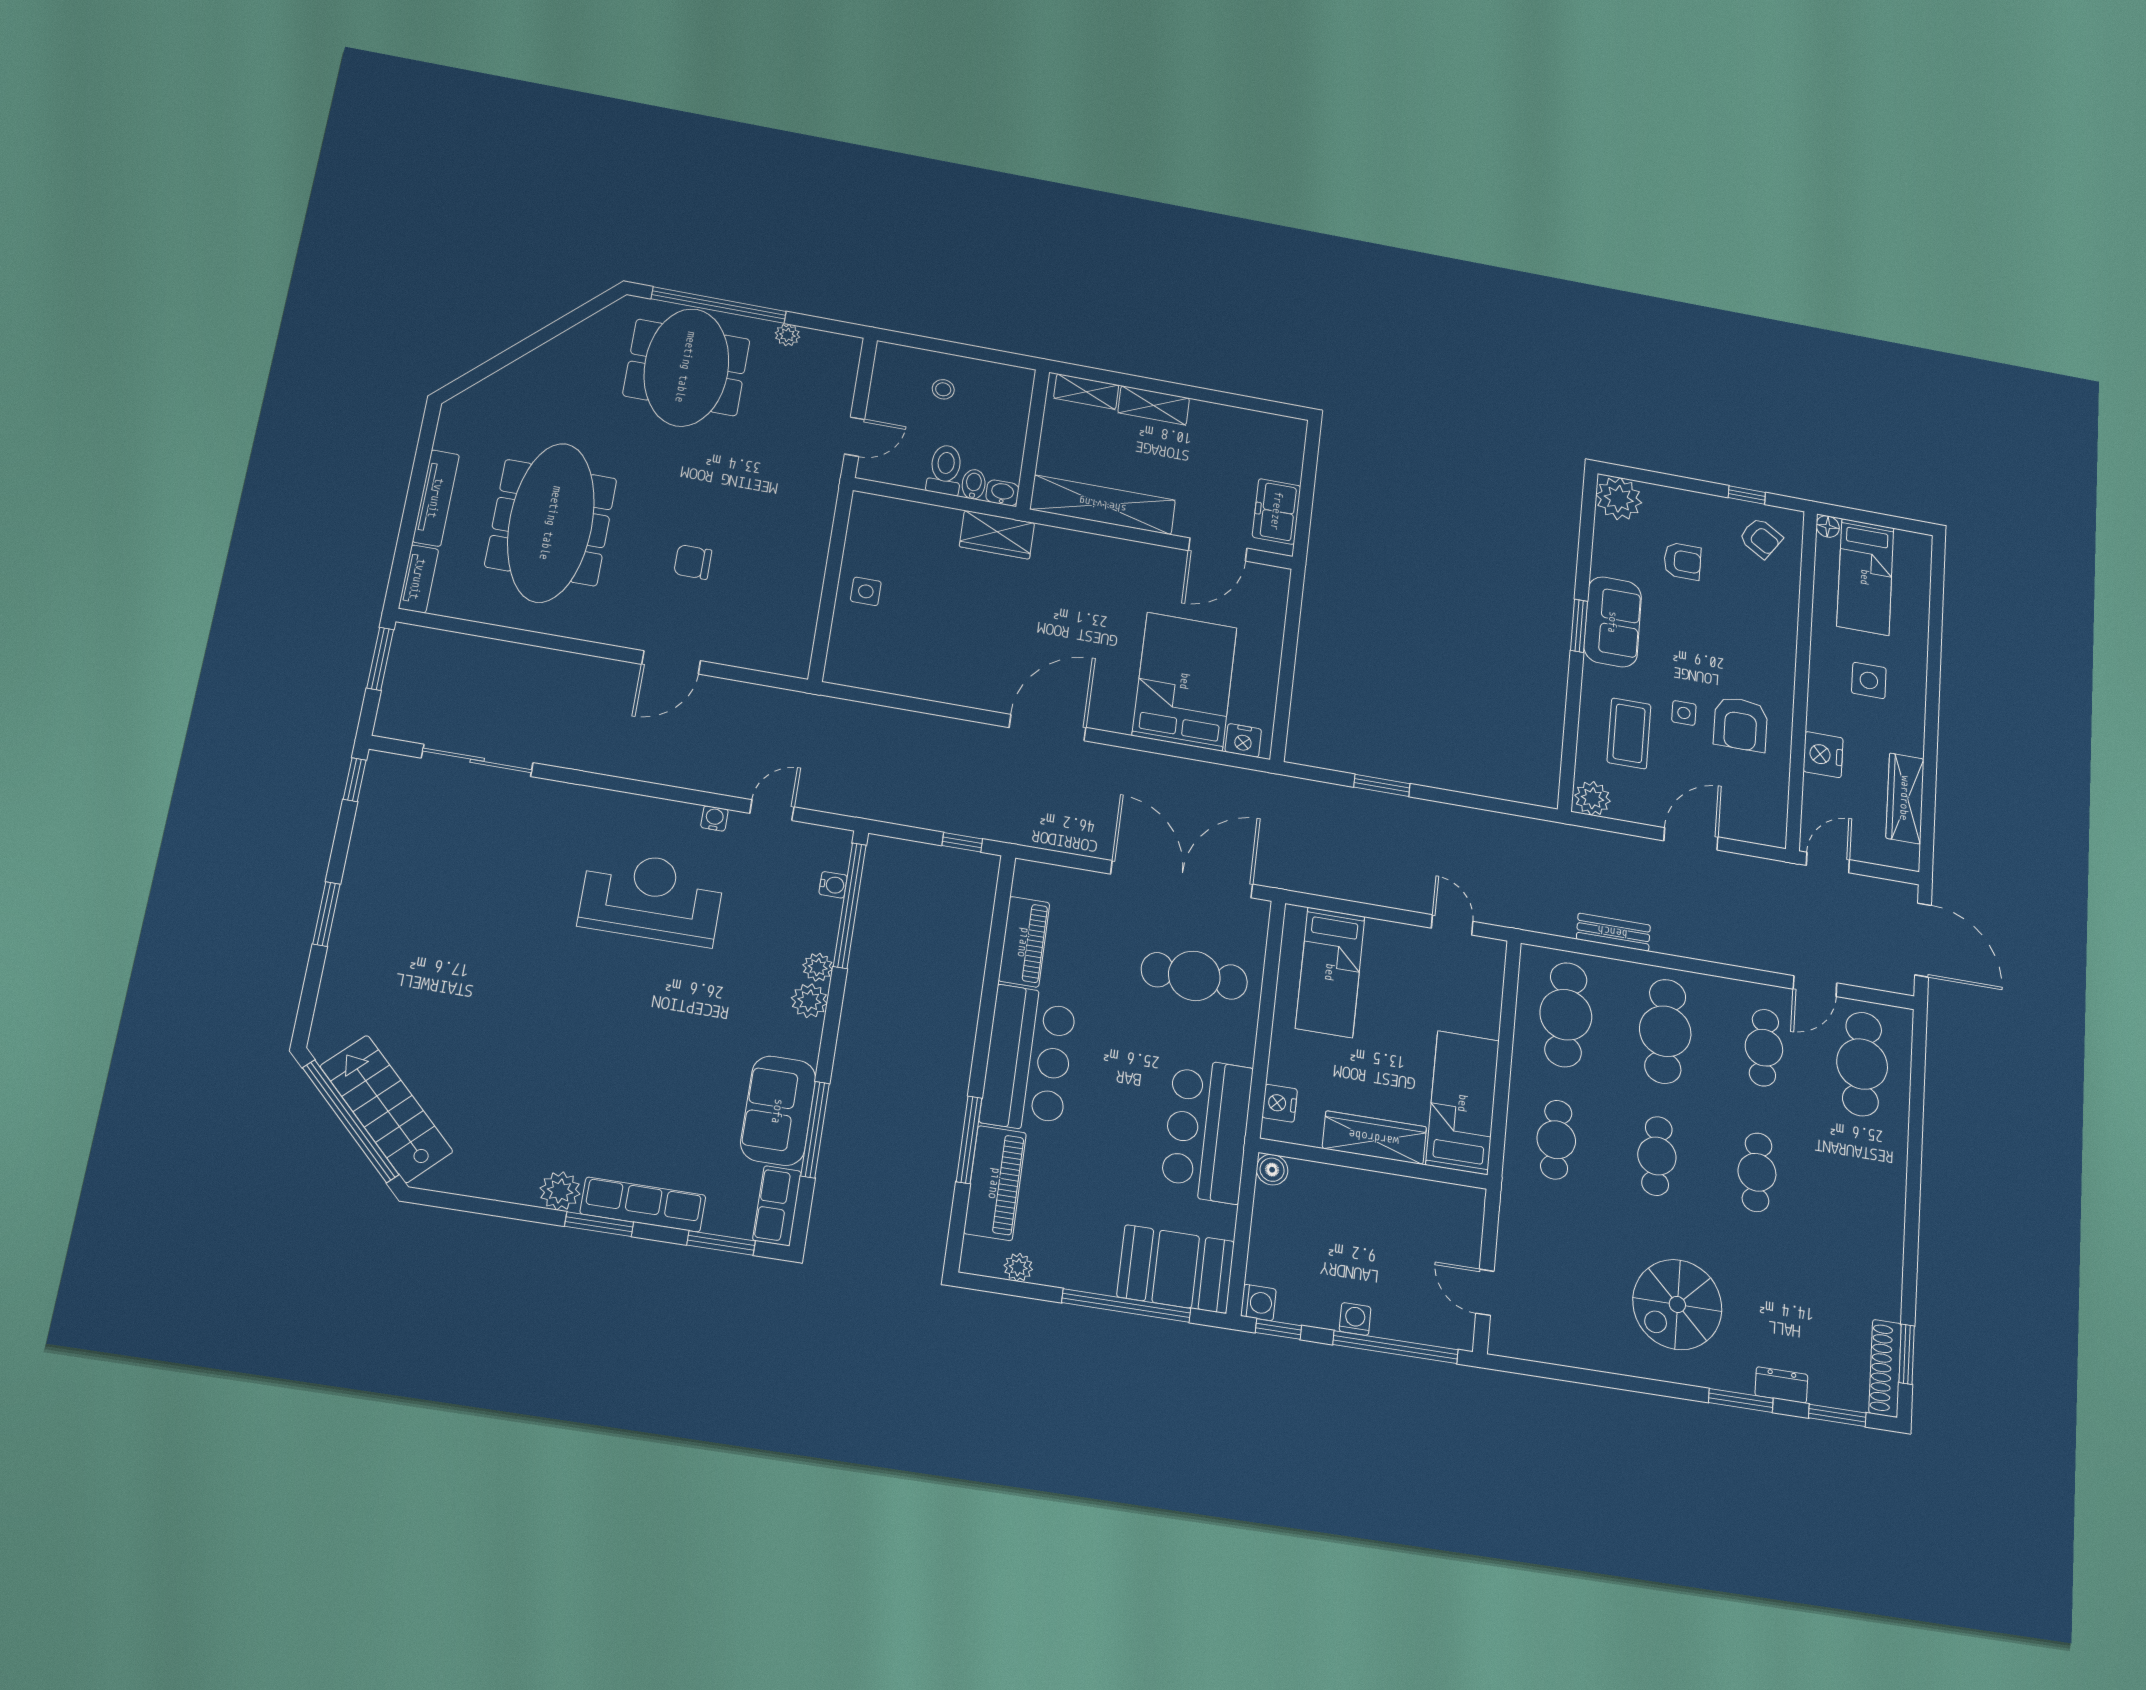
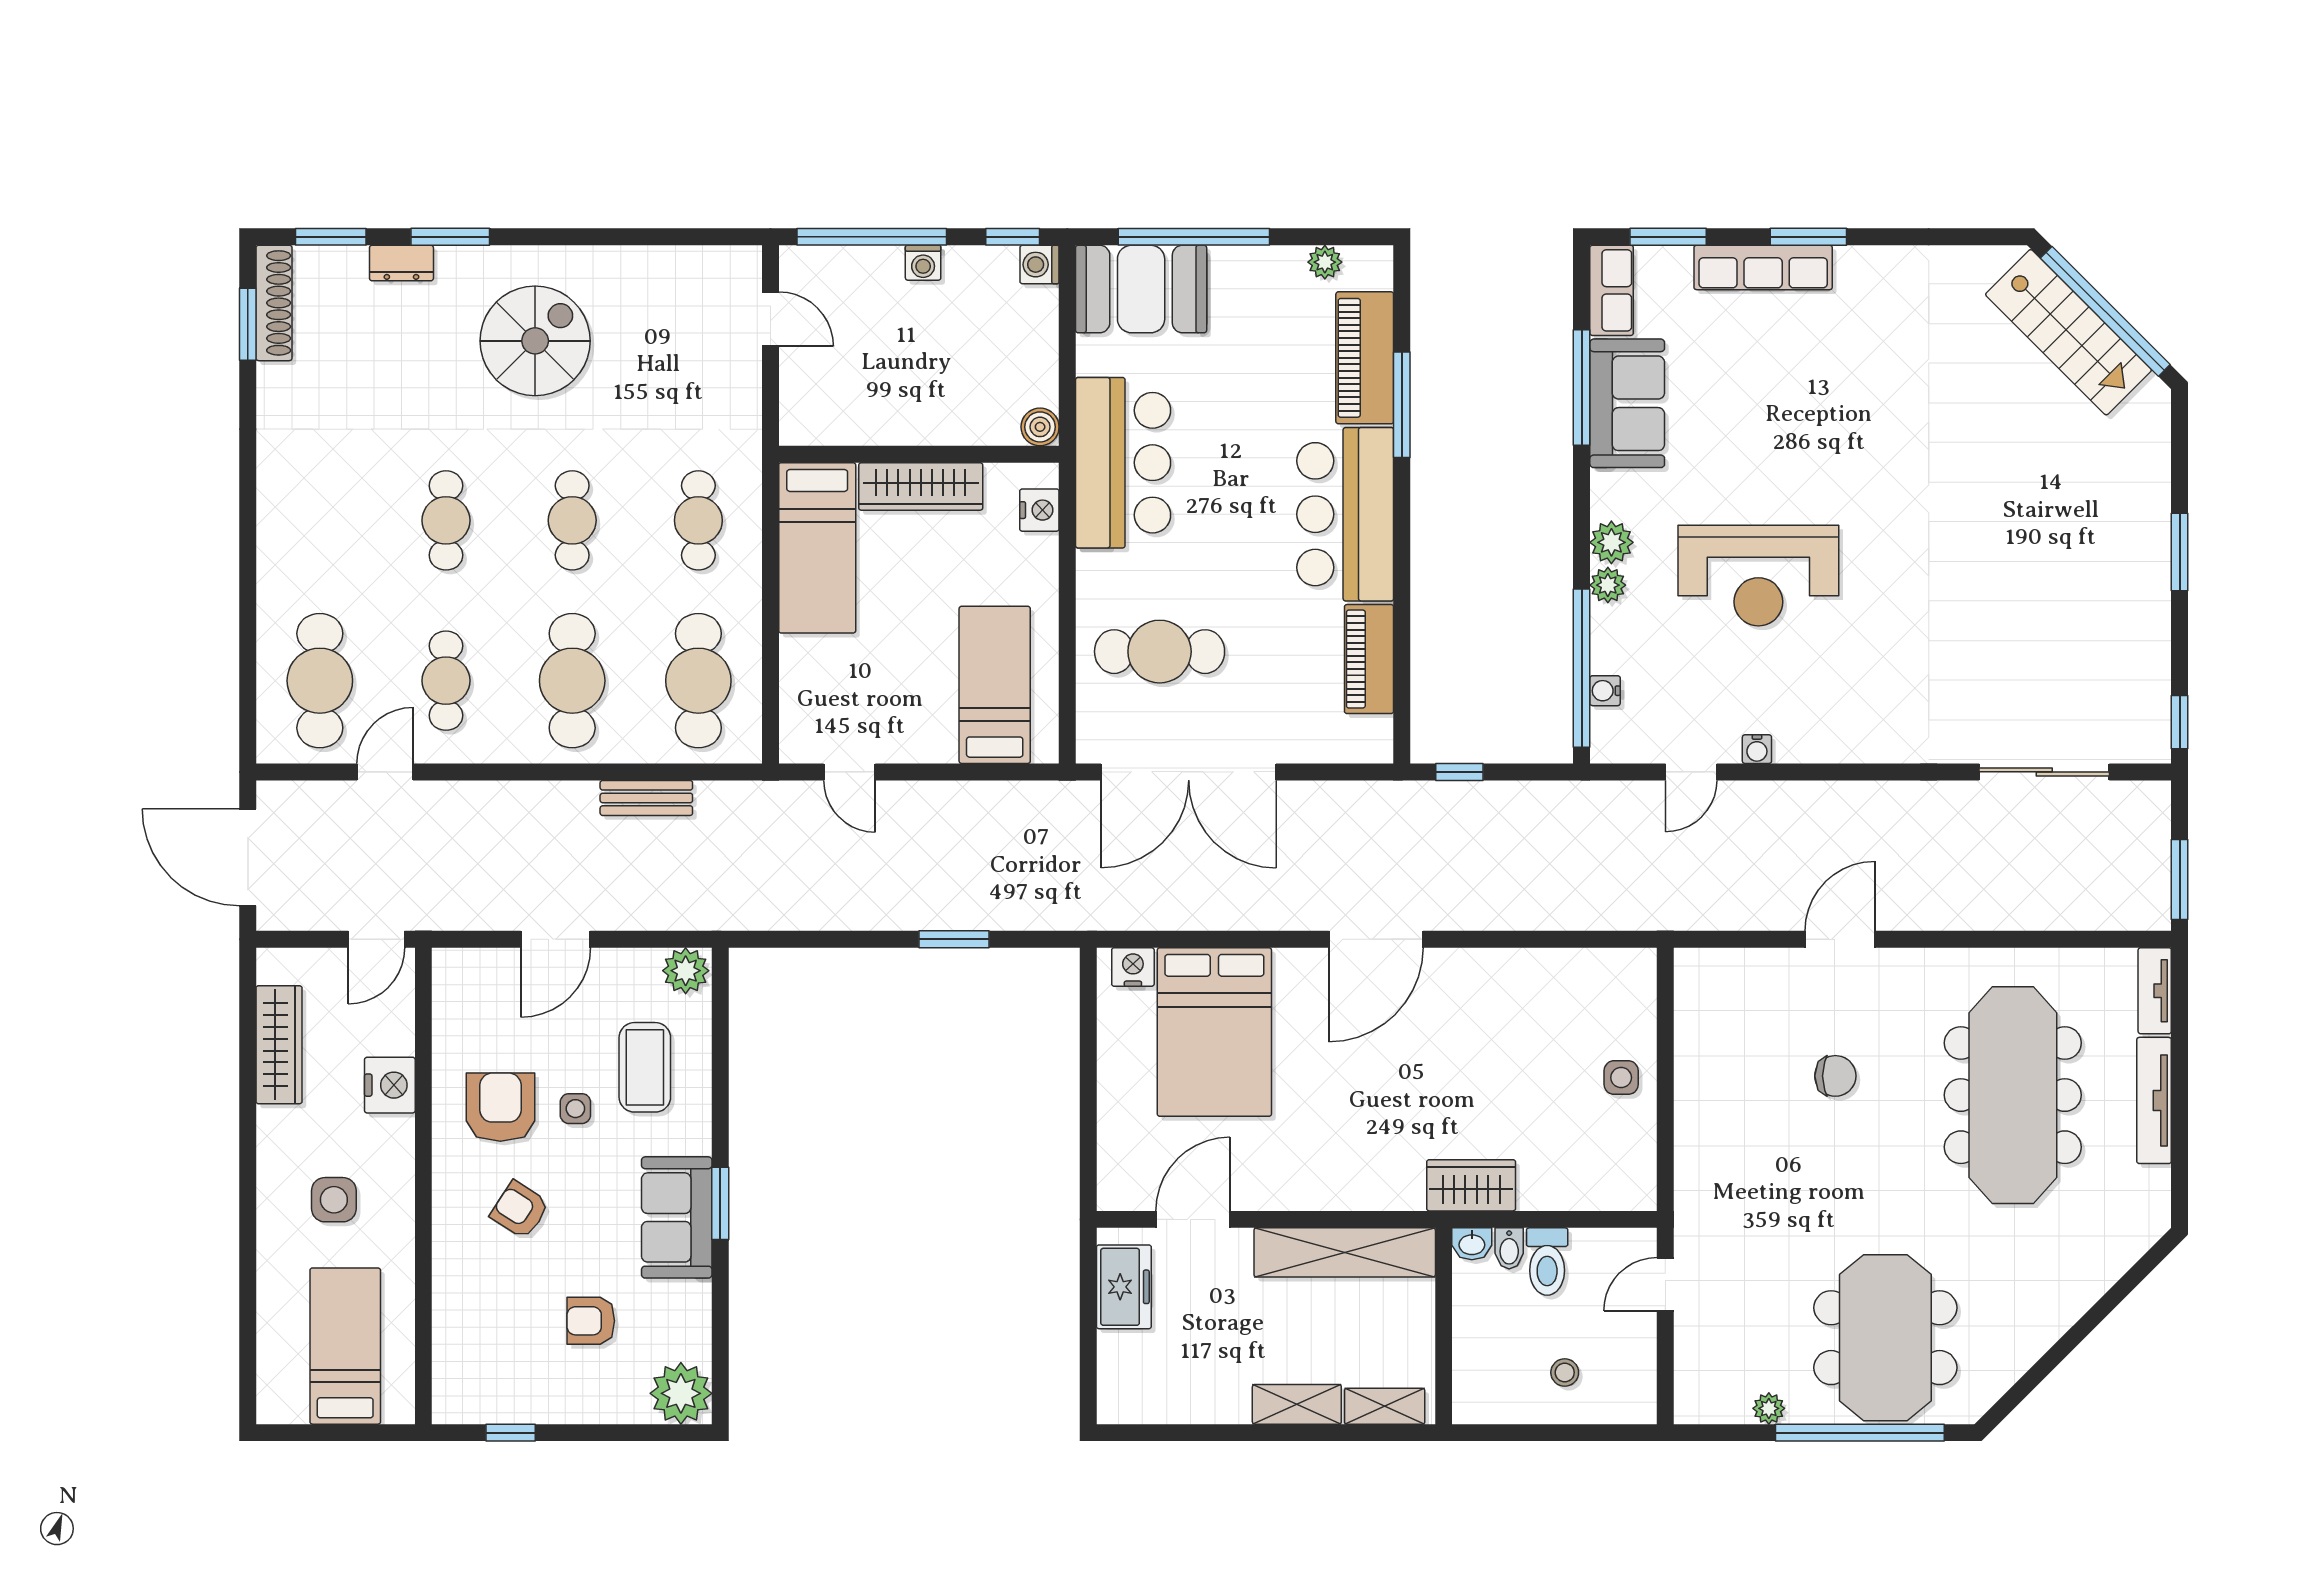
floor lamp: (1828, 527) -> (399, 1409), removed
armchair: (1761, 538) -> (520, 1210), moved
reception desk: (651, 898) -> (1758, 576), moved
plant: (560, 1191) -> (1859, 268), removed

